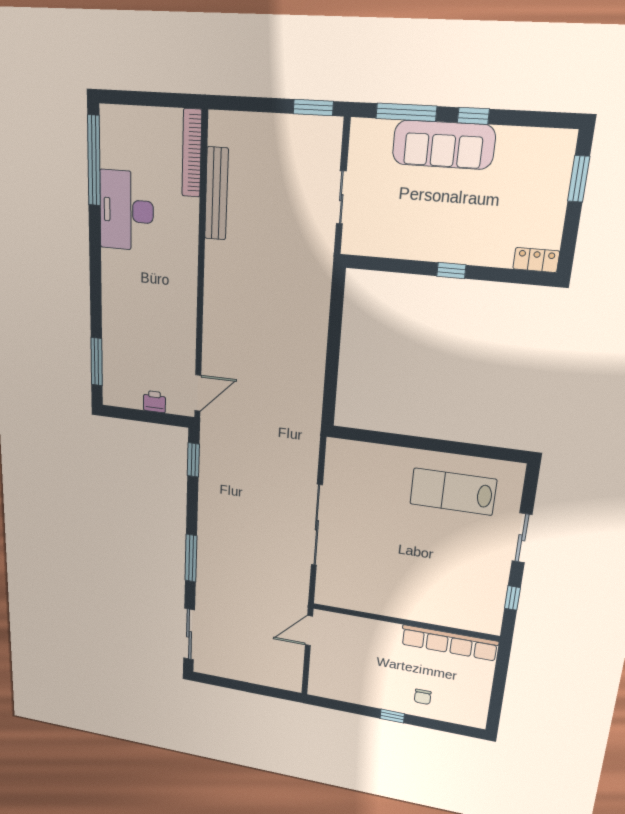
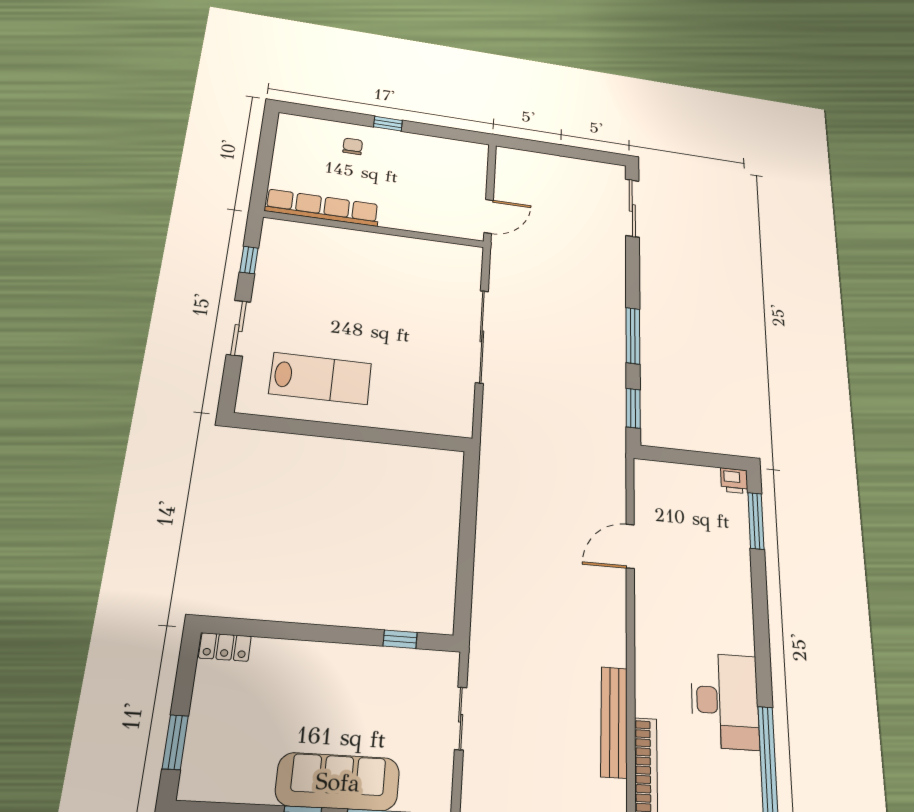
window: (451, 271) -> (400, 639), moved
door: (198, 393) -> (630, 546), moved
printer: (154, 402) -> (734, 481), moved
window: (191, 558) -> (633, 336), moved

